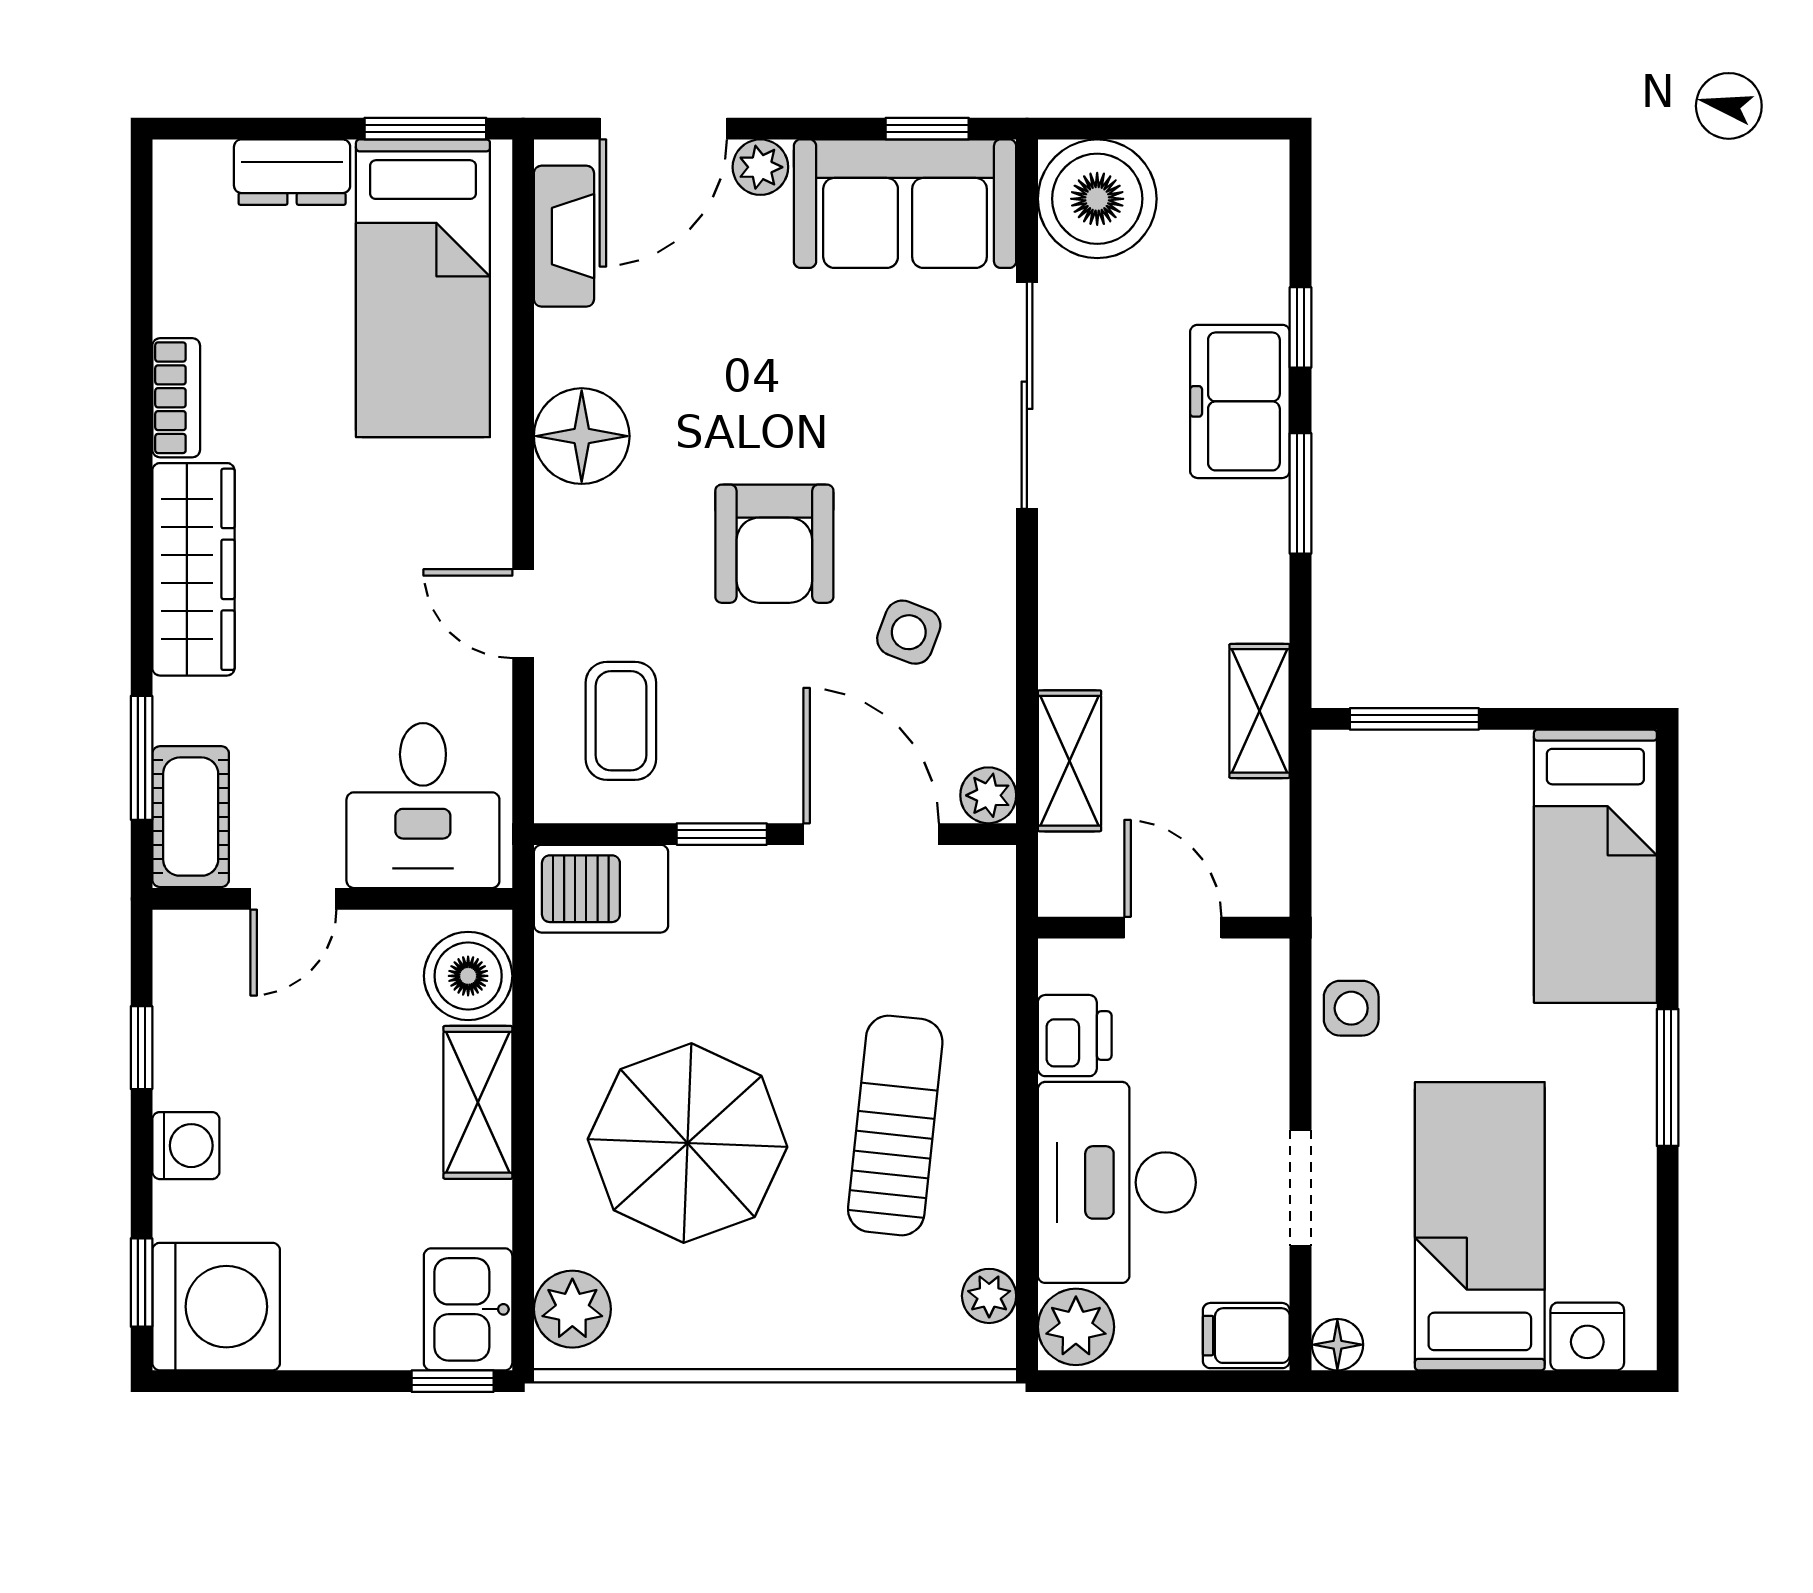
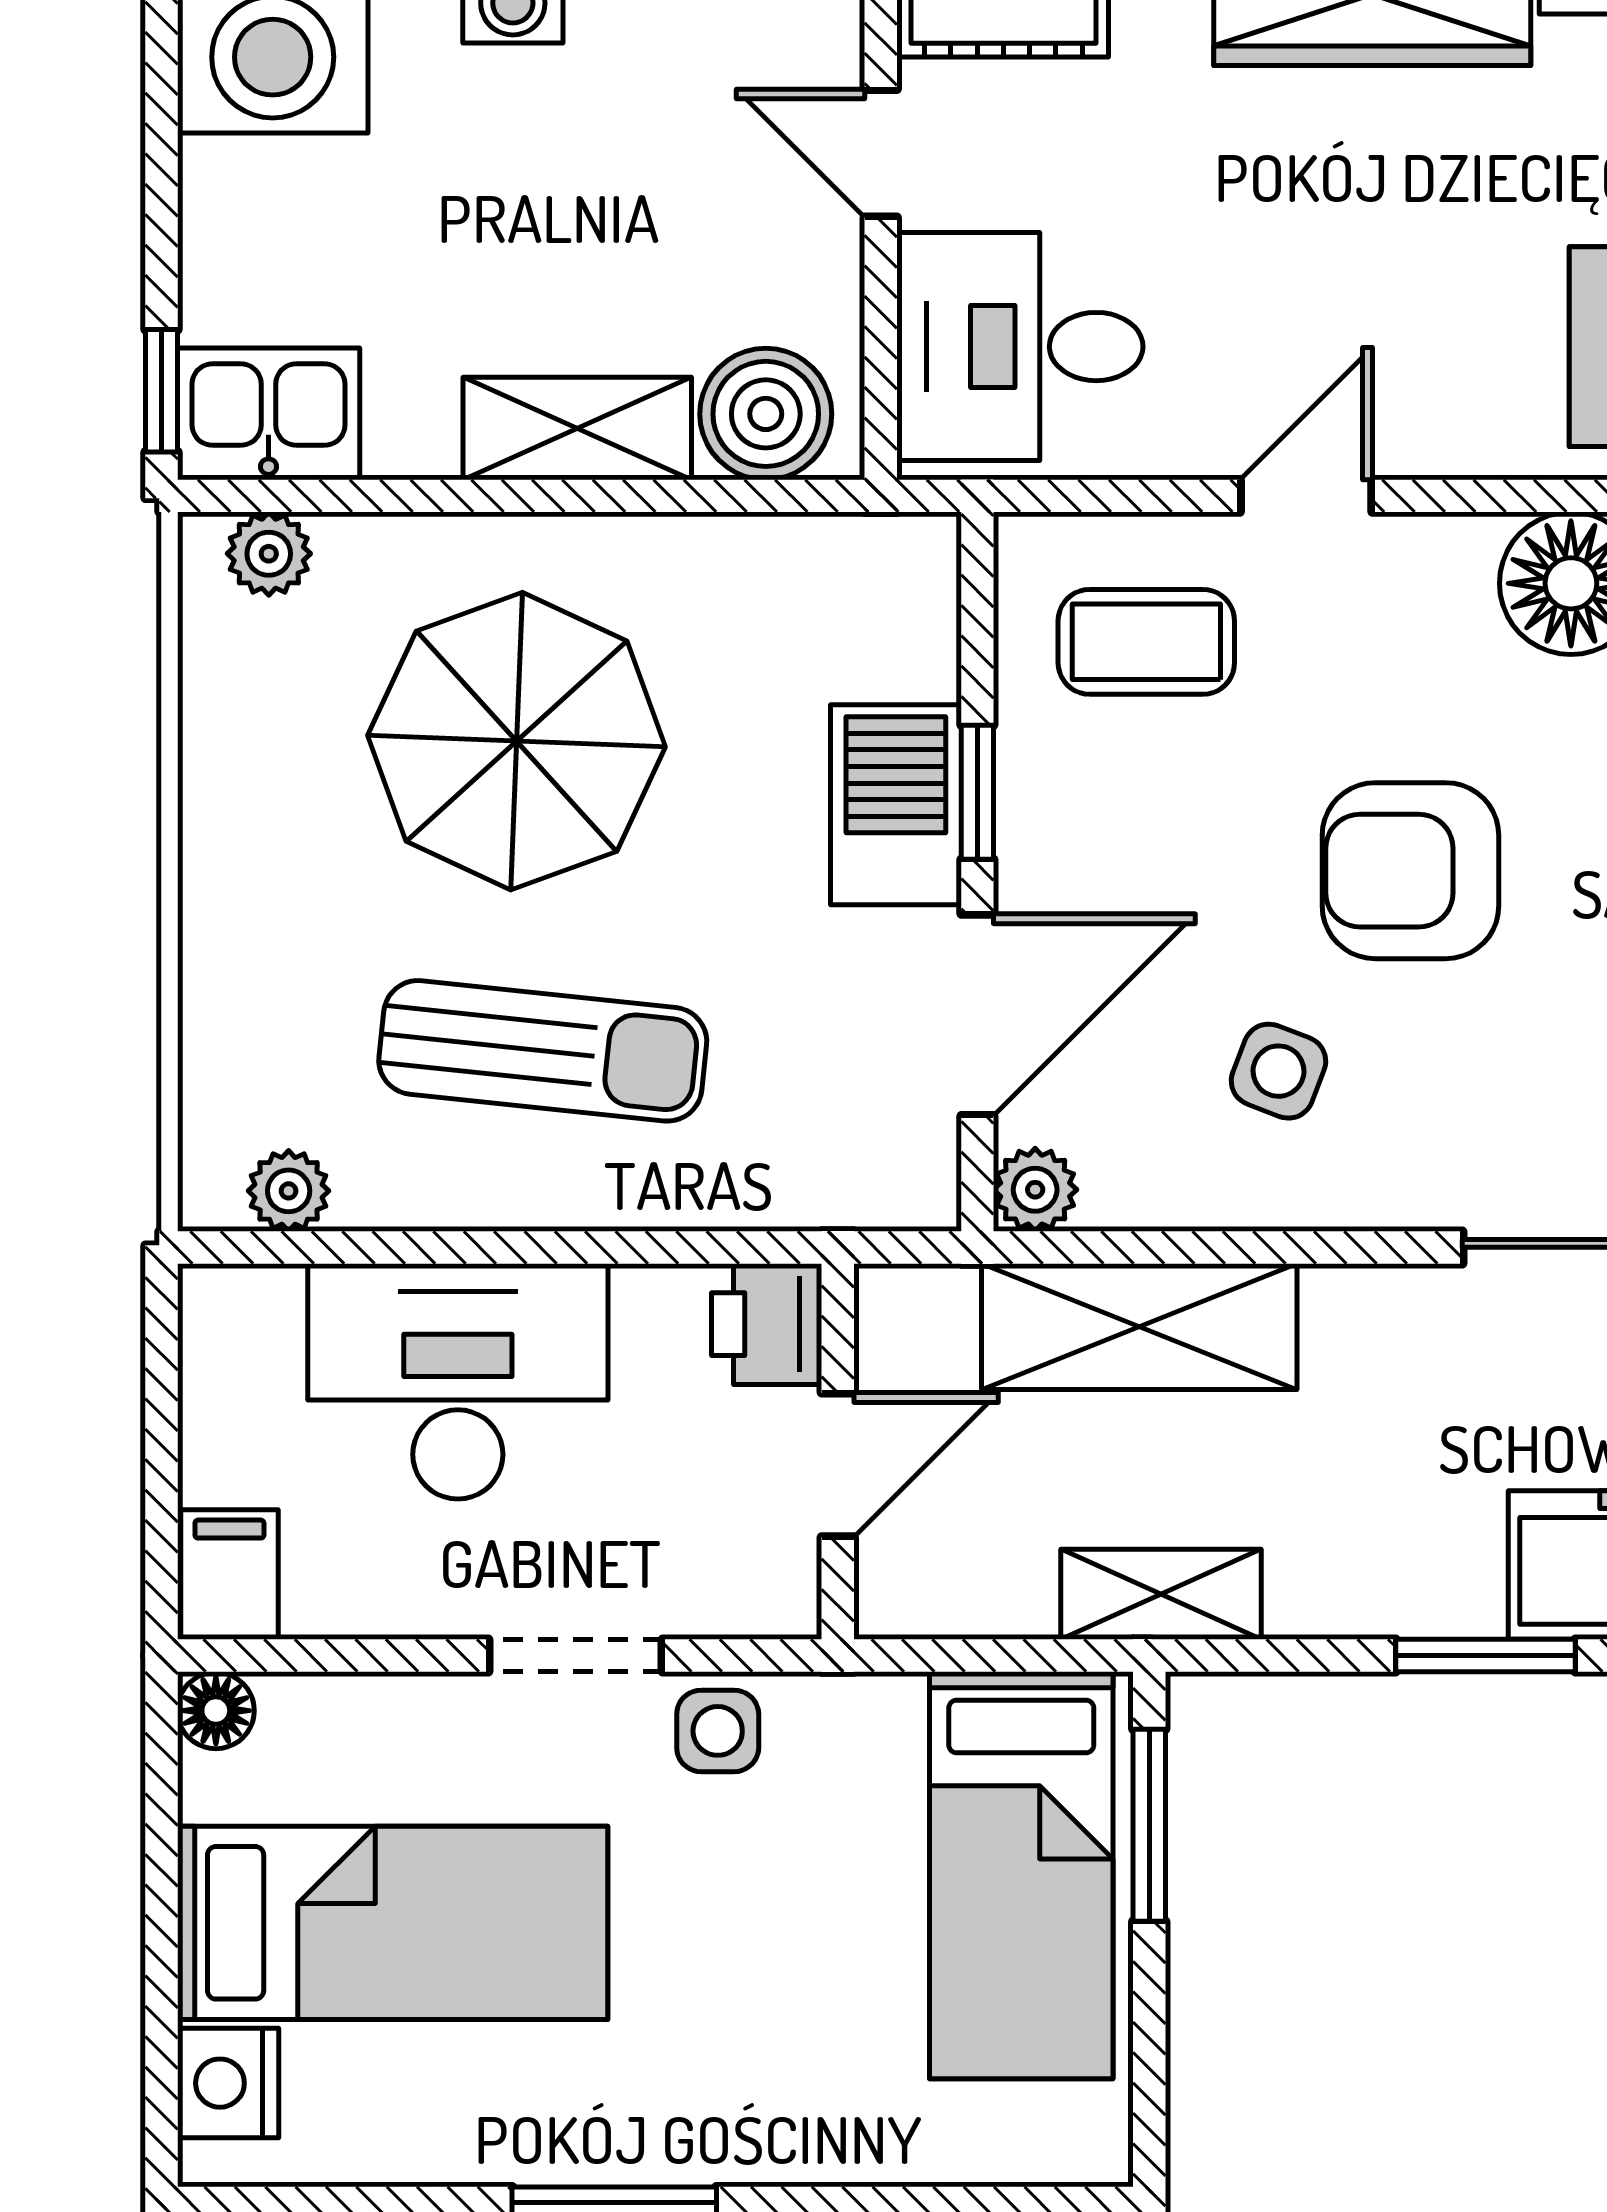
shelving: (1070, 761) -> (1139, 1327), width x1.50, depth x1.33
bed: (1595, 866) -> (1021, 1875), moved, turned -90
barbecue: (601, 889) -> (896, 805), moved
printer: (1075, 1036) -> (767, 1324), moved, turned 90
doorway: (1301, 1188) -> (575, 1655), moved
plant: (572, 1309) -> (269, 554), width x0.73, depth x0.73
plant: (1076, 1327) -> (242, 1320), removed

